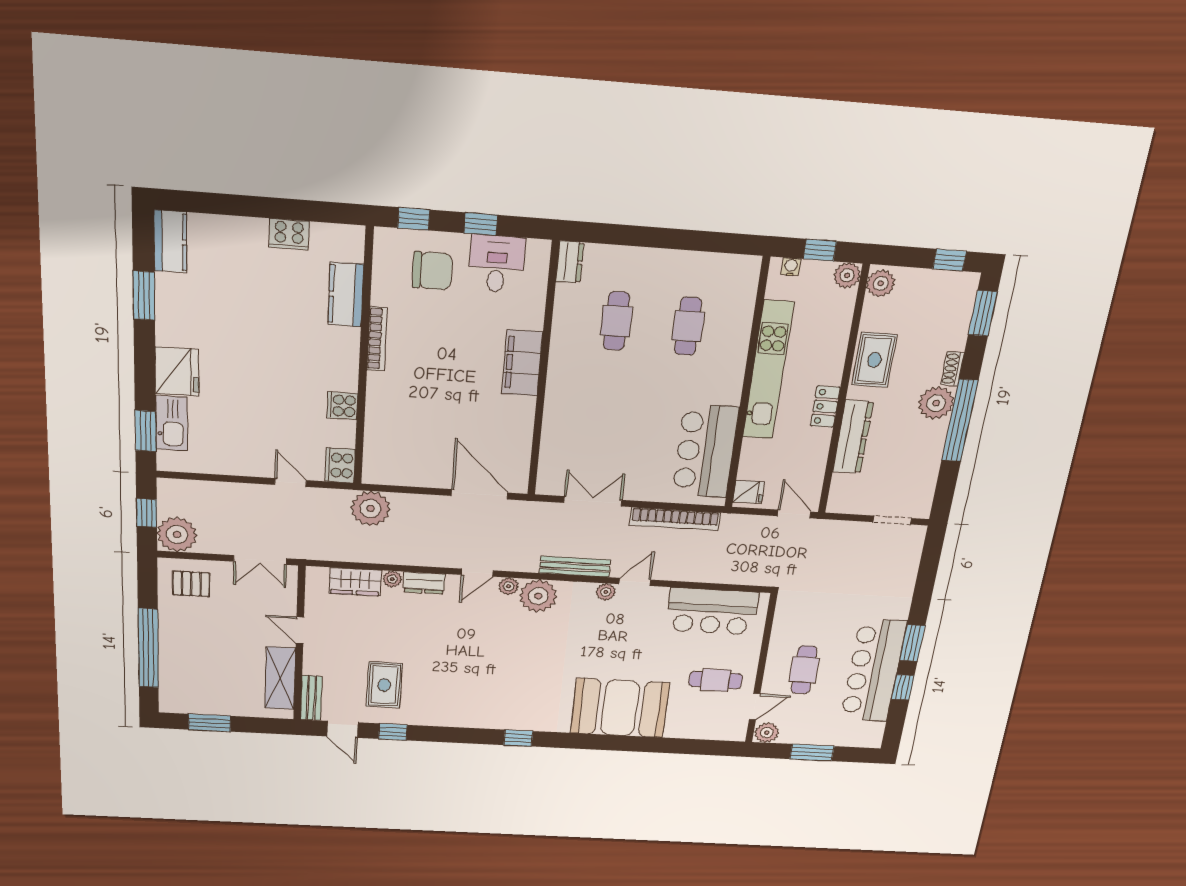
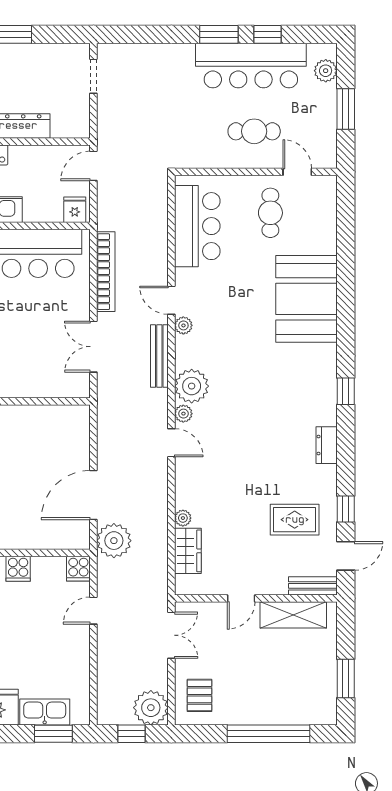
cooker: (340, 465) -> (78, 569), width x0.73
door: (479, 494) -> (93, 495), moved
dresser: (424, 583) -> (327, 445), moved, turned 180
plant: (767, 733) -> (326, 71), moved

